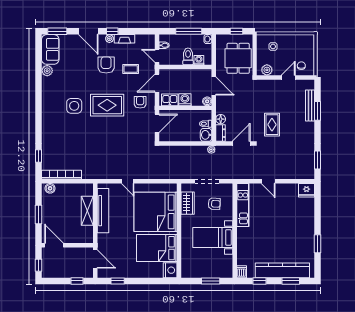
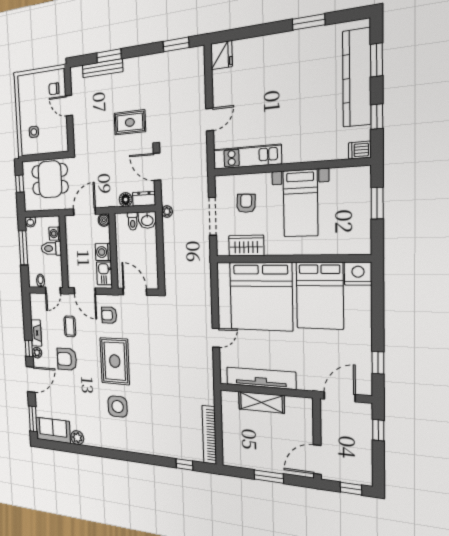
plant: (267, 70) -> (61, 137), removed
boiler: (50, 188) -> (229, 454), removed

